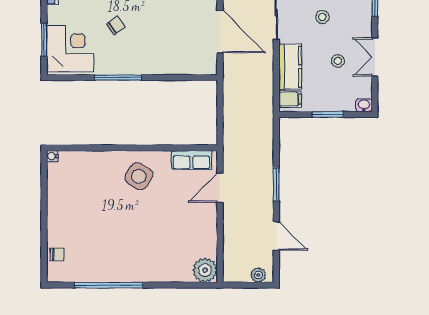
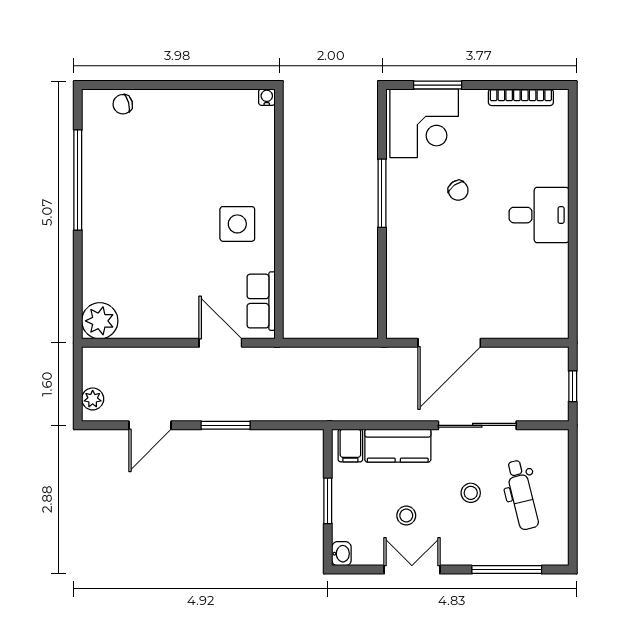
side table: (139, 176) -> (237, 224), turned -32
chair: (57, 254) -> (123, 104), turned 75

